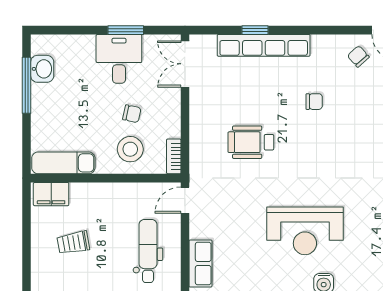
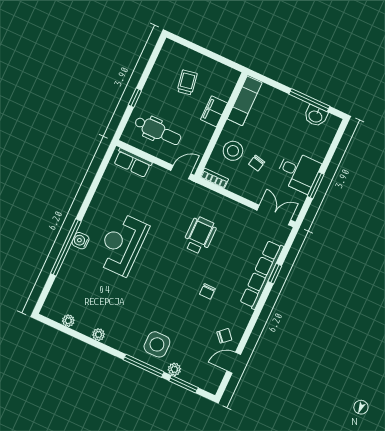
filing cabinet: (51, 194) -> (214, 111), moved
door: (185, 200) -> (181, 172), hinge flipped

